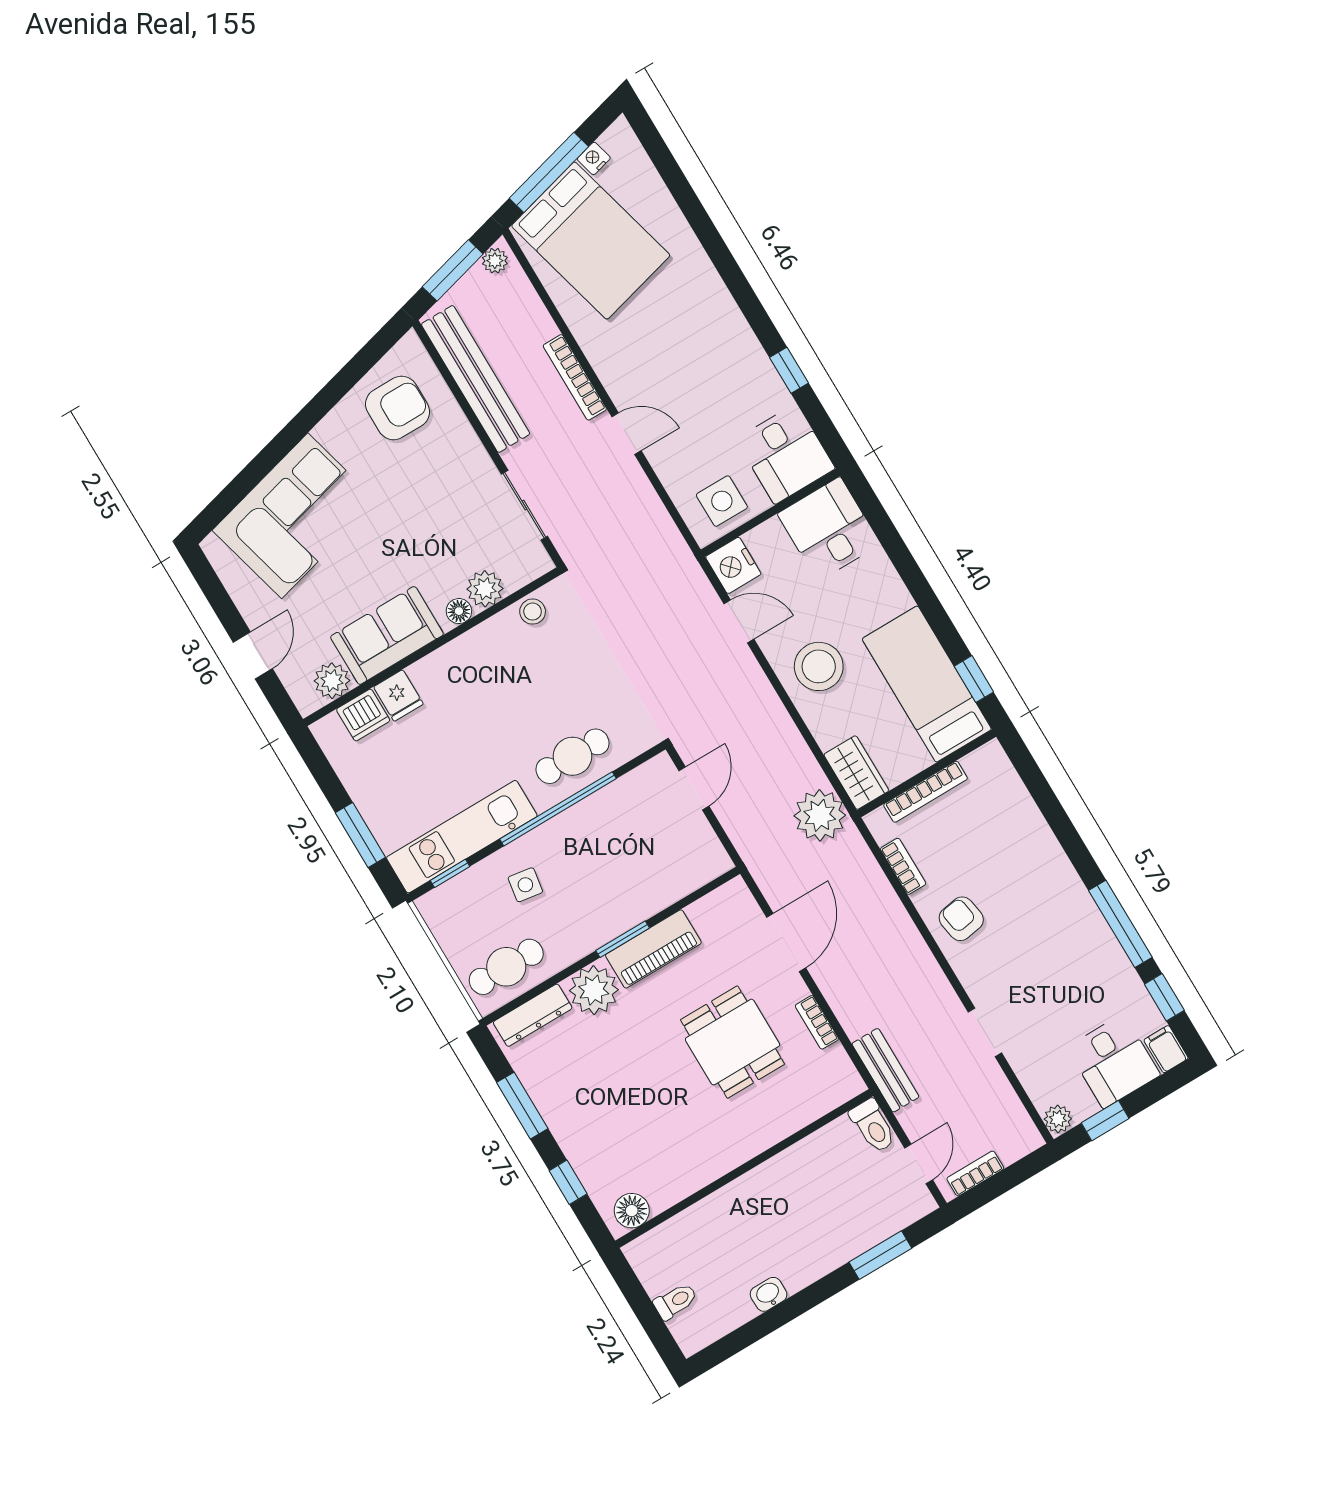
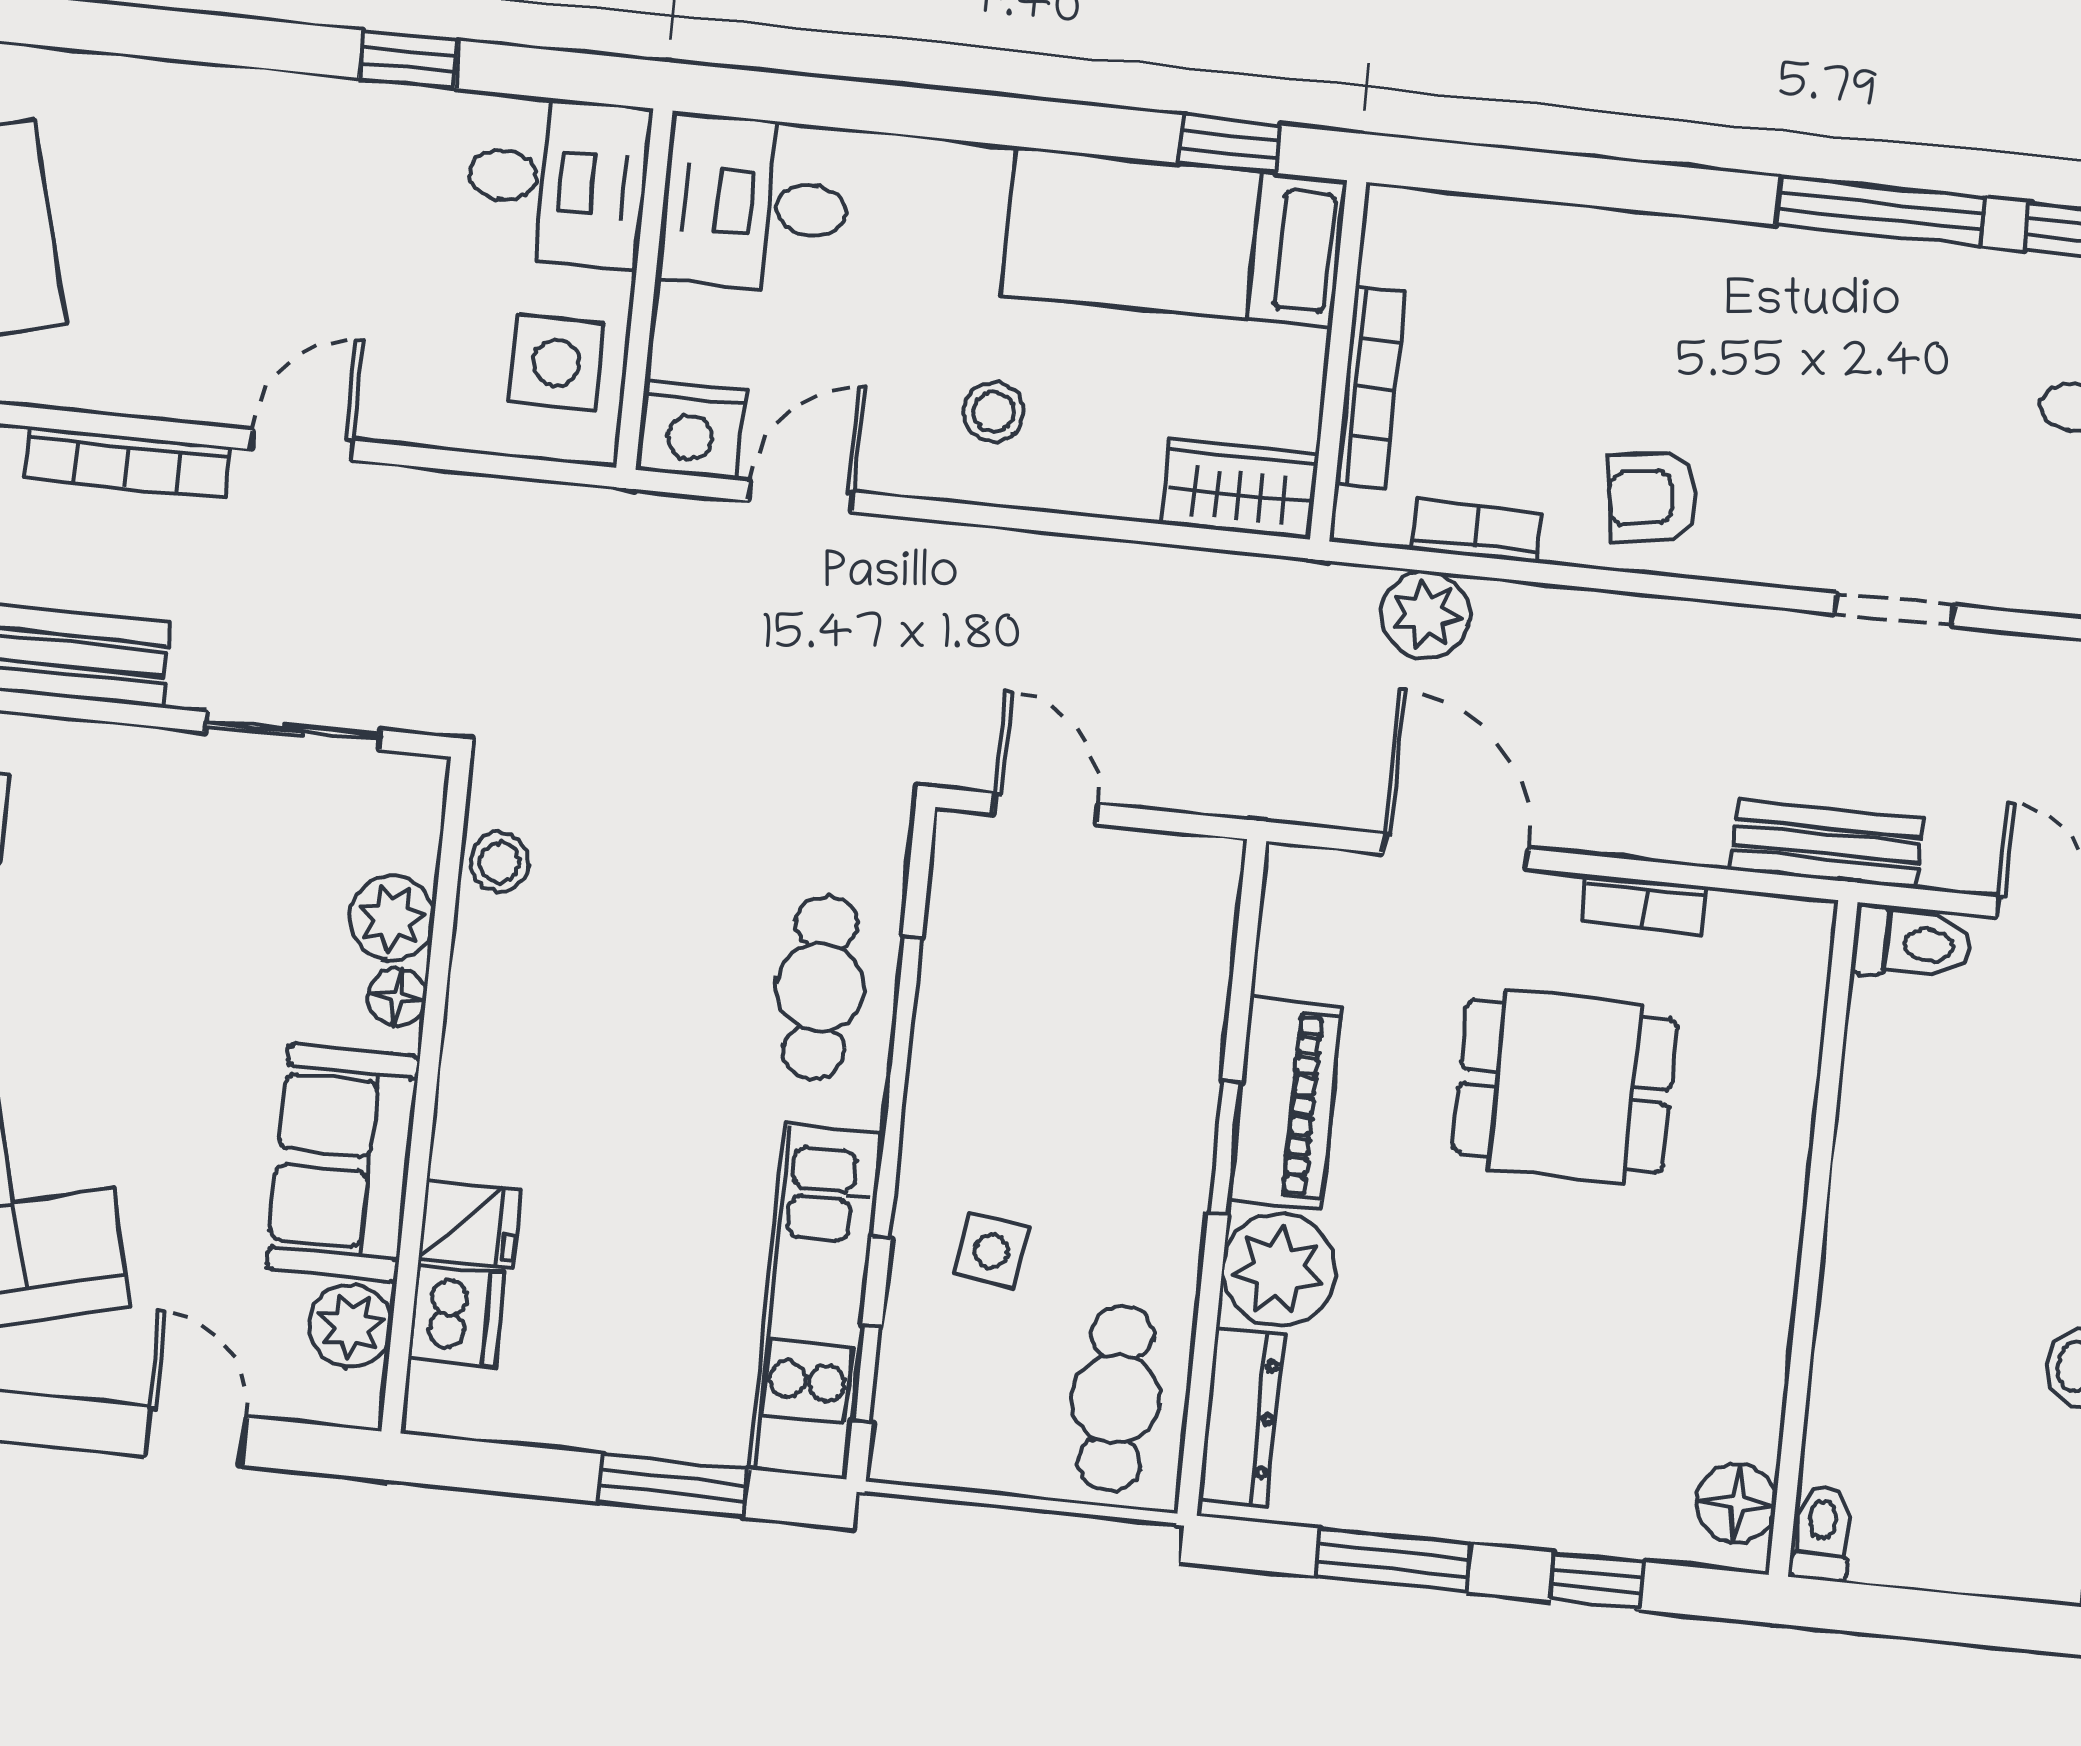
stool: (819, 666) -> (993, 412), width x0.53, depth x0.53
plant: (820, 815) -> (1425, 615), moved, width x0.73, depth x0.73
toilet: (675, 1301) -> (1821, 1533), moved

